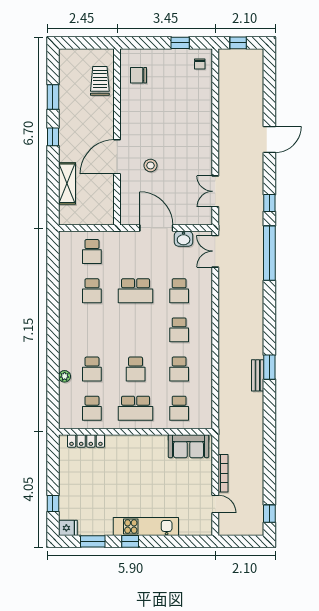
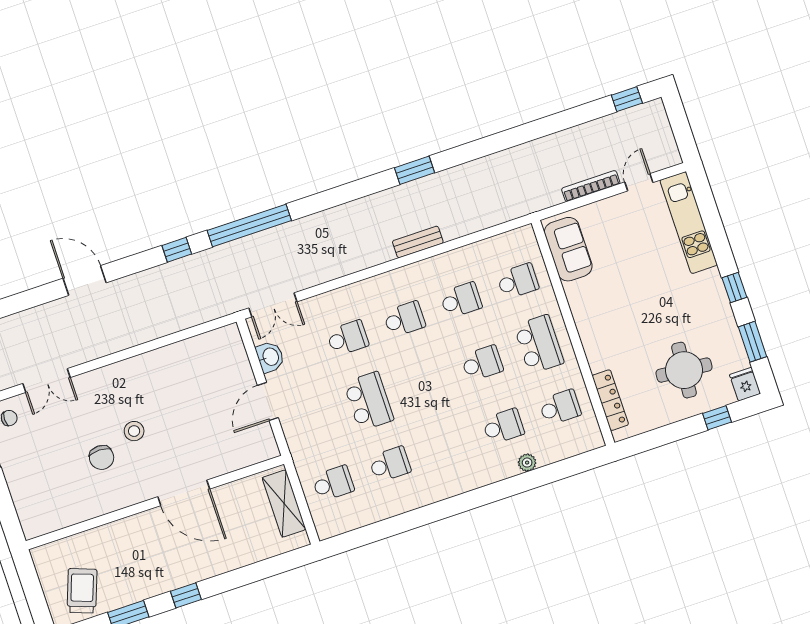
chair: (139, 75) -> (102, 457), moved
trolley: (100, 81) -> (82, 591), moved, turned 110
stool: (151, 165) -> (134, 431), moved
shelving: (67, 183) -> (284, 503), moved, turned 90
double door: (215, 191) -> (46, 381), moved
door: (156, 228) -> (268, 402), width x0.73
bench: (258, 375) -> (418, 242), moved
round table: (89, 493) -> (684, 370), added
kitchen unit: (146, 527) -> (689, 223), moved

